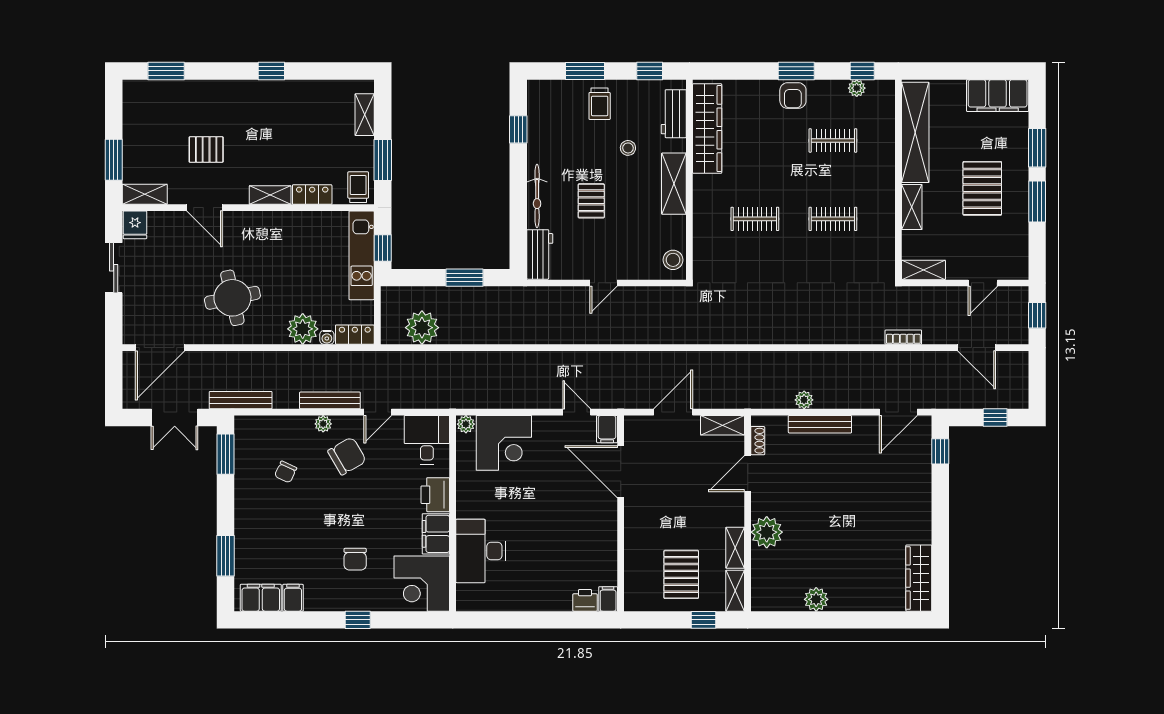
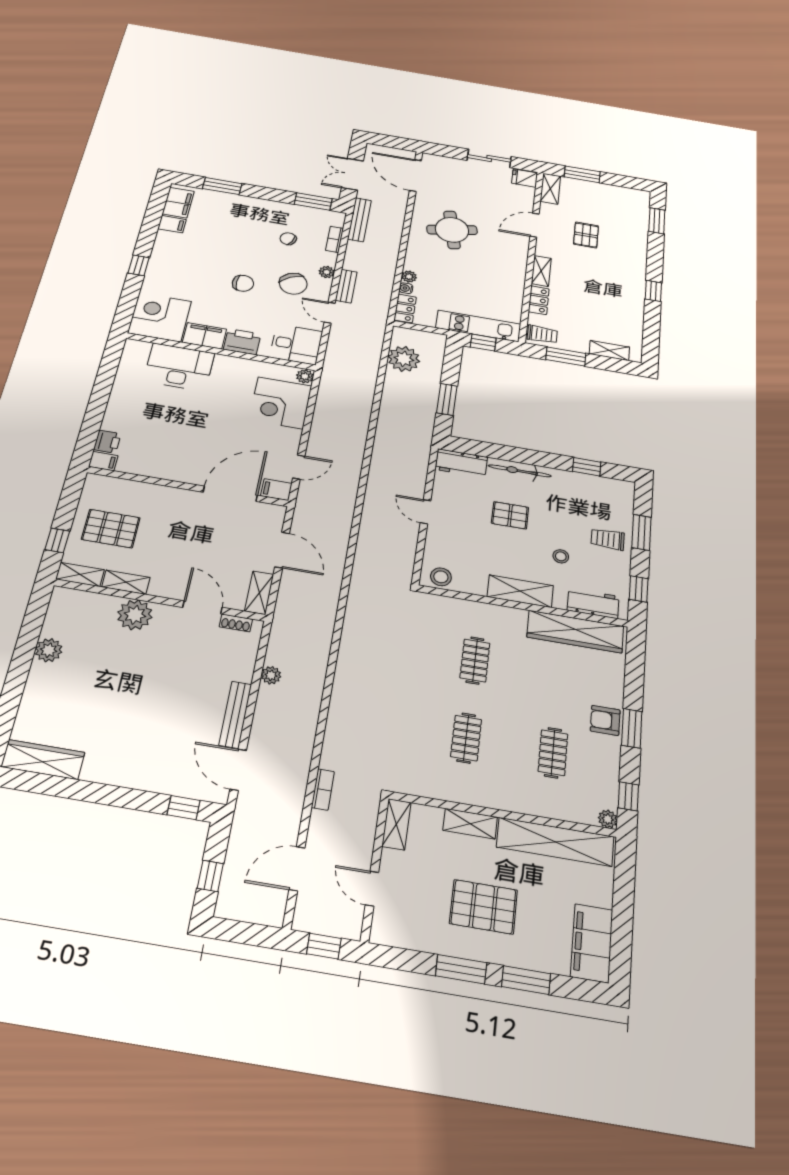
plant: (857, 88) -> (608, 819), moved
plant: (303, 329) -> (409, 277), width x0.53, depth x0.53
bench: (330, 400) -> (346, 286), width x0.73
bookcase: (275, 423) -> (335, 239), added
bench: (820, 424) -> (235, 715), moved
chair: (355, 559) -> (243, 283), moved, turned 180

